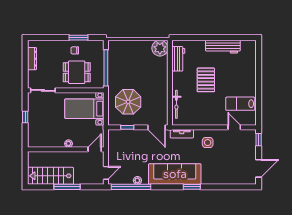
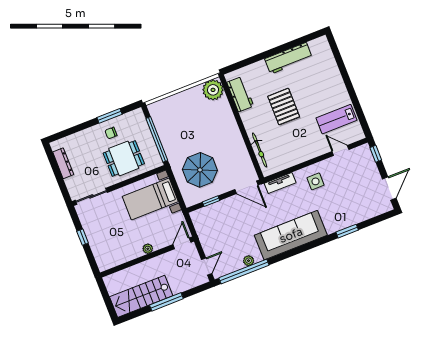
window: (192, 187) -> (347, 231), moved

